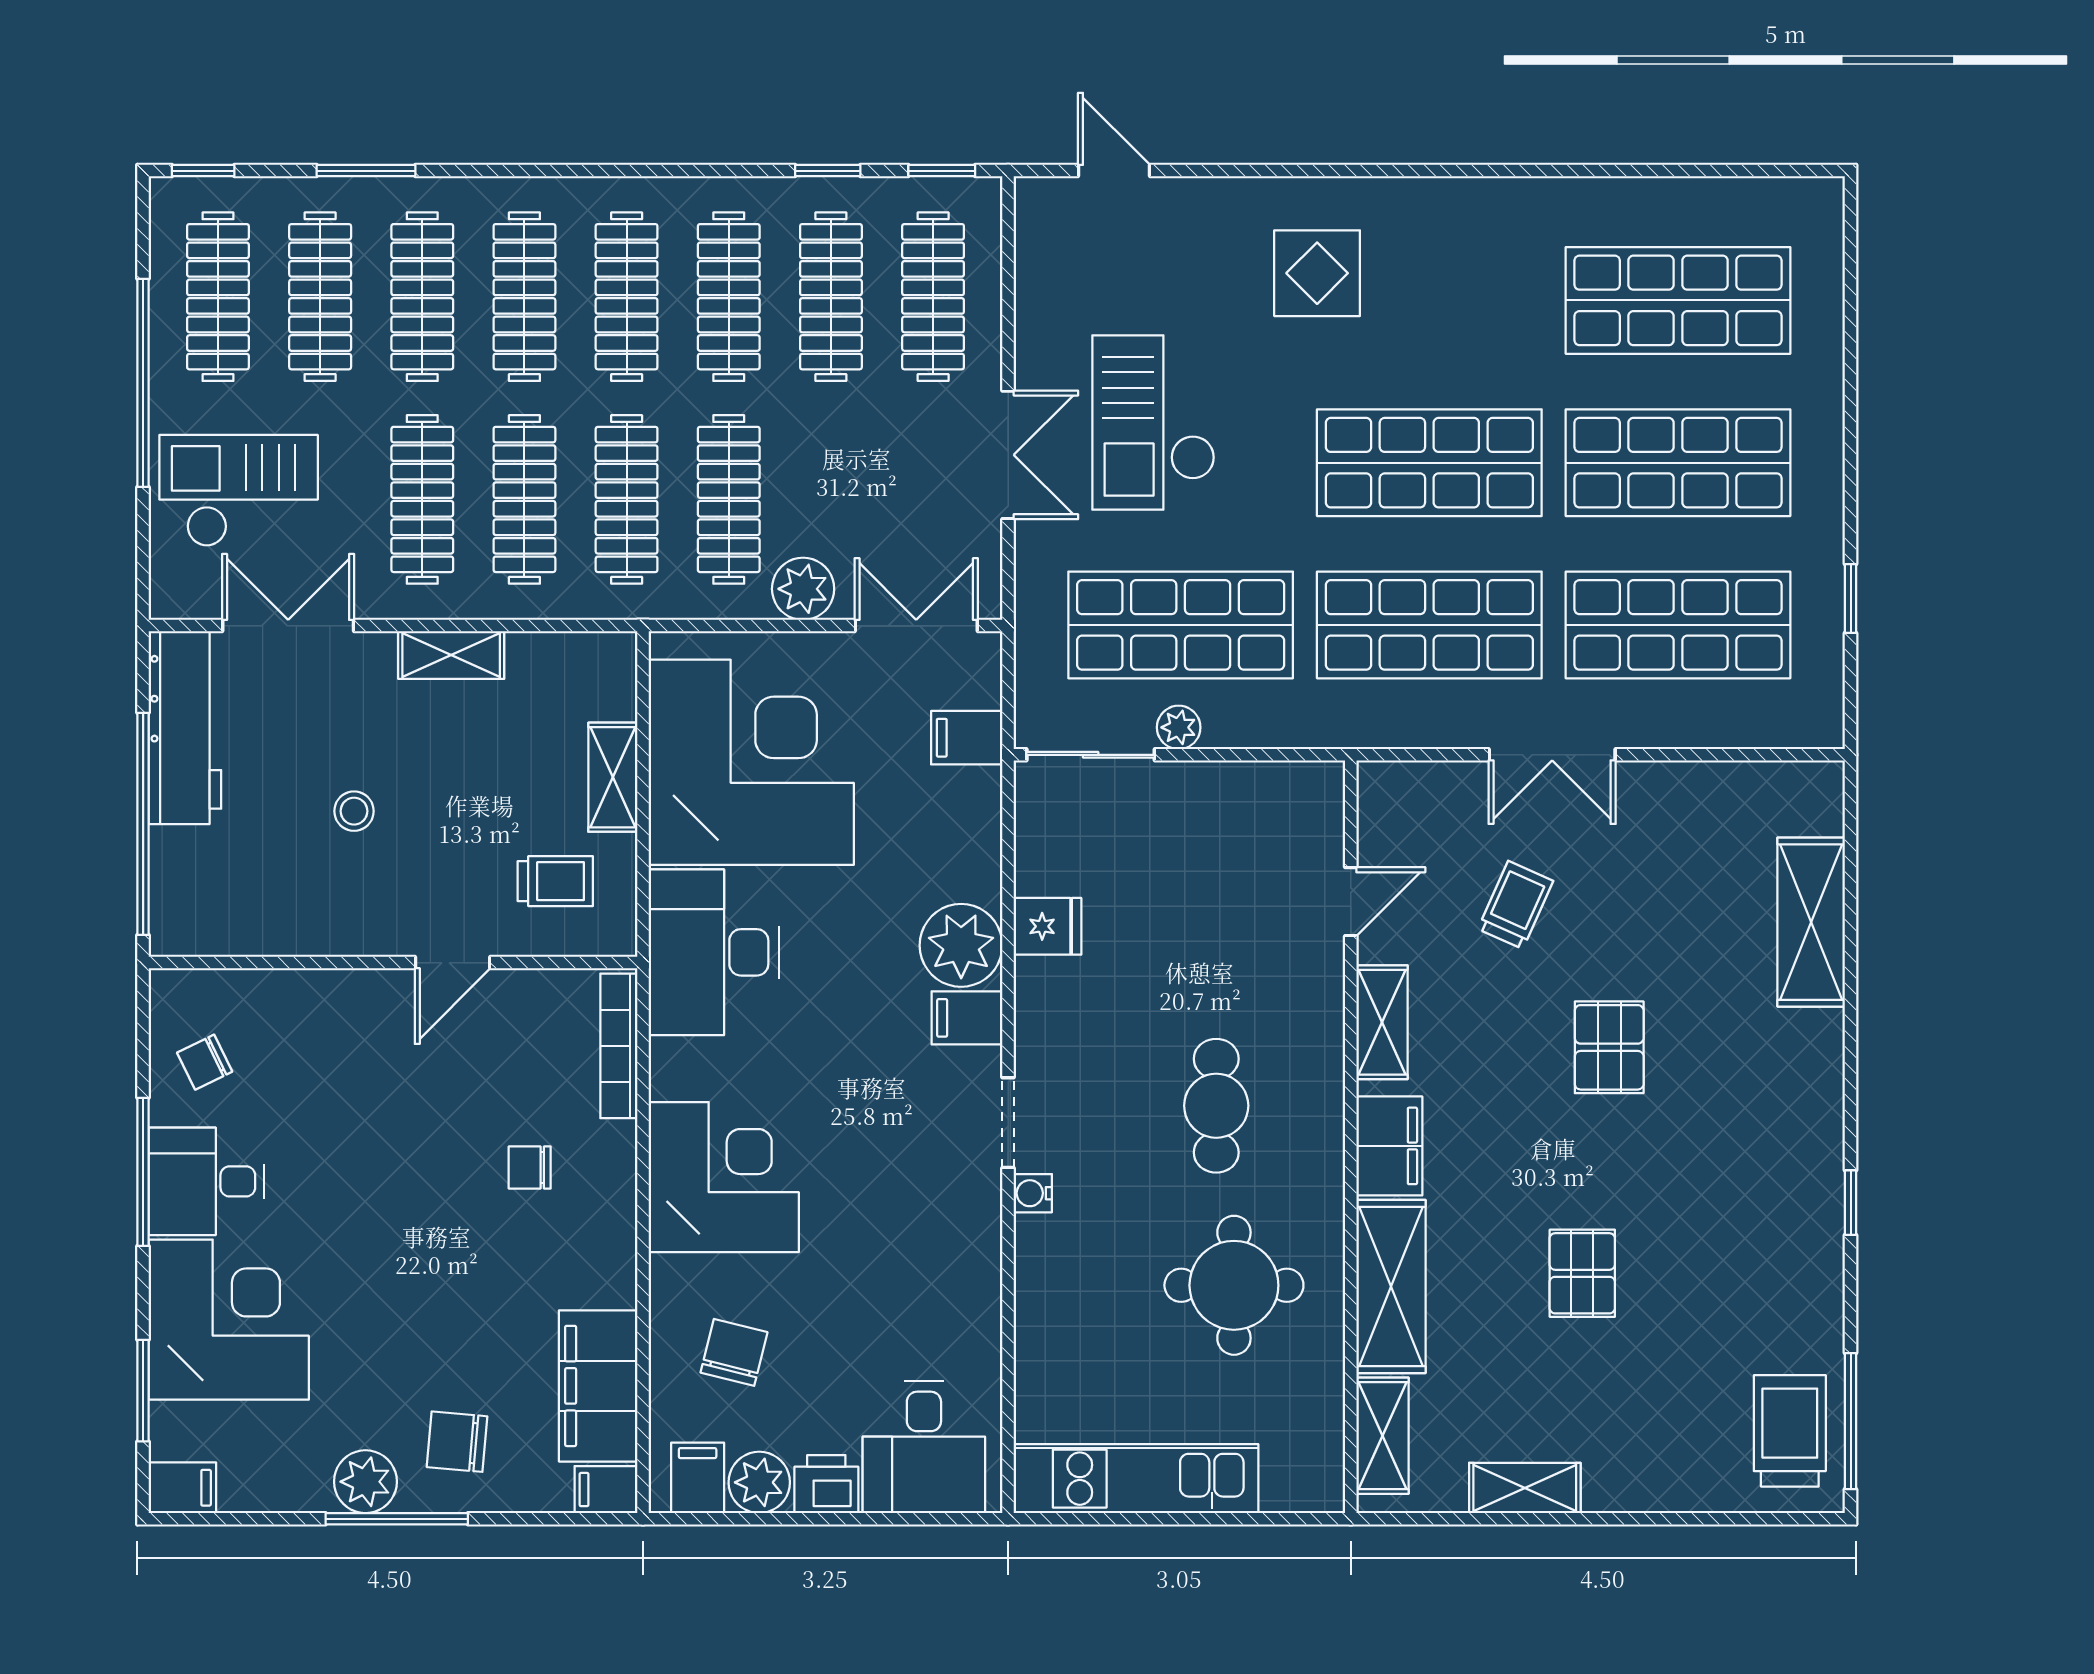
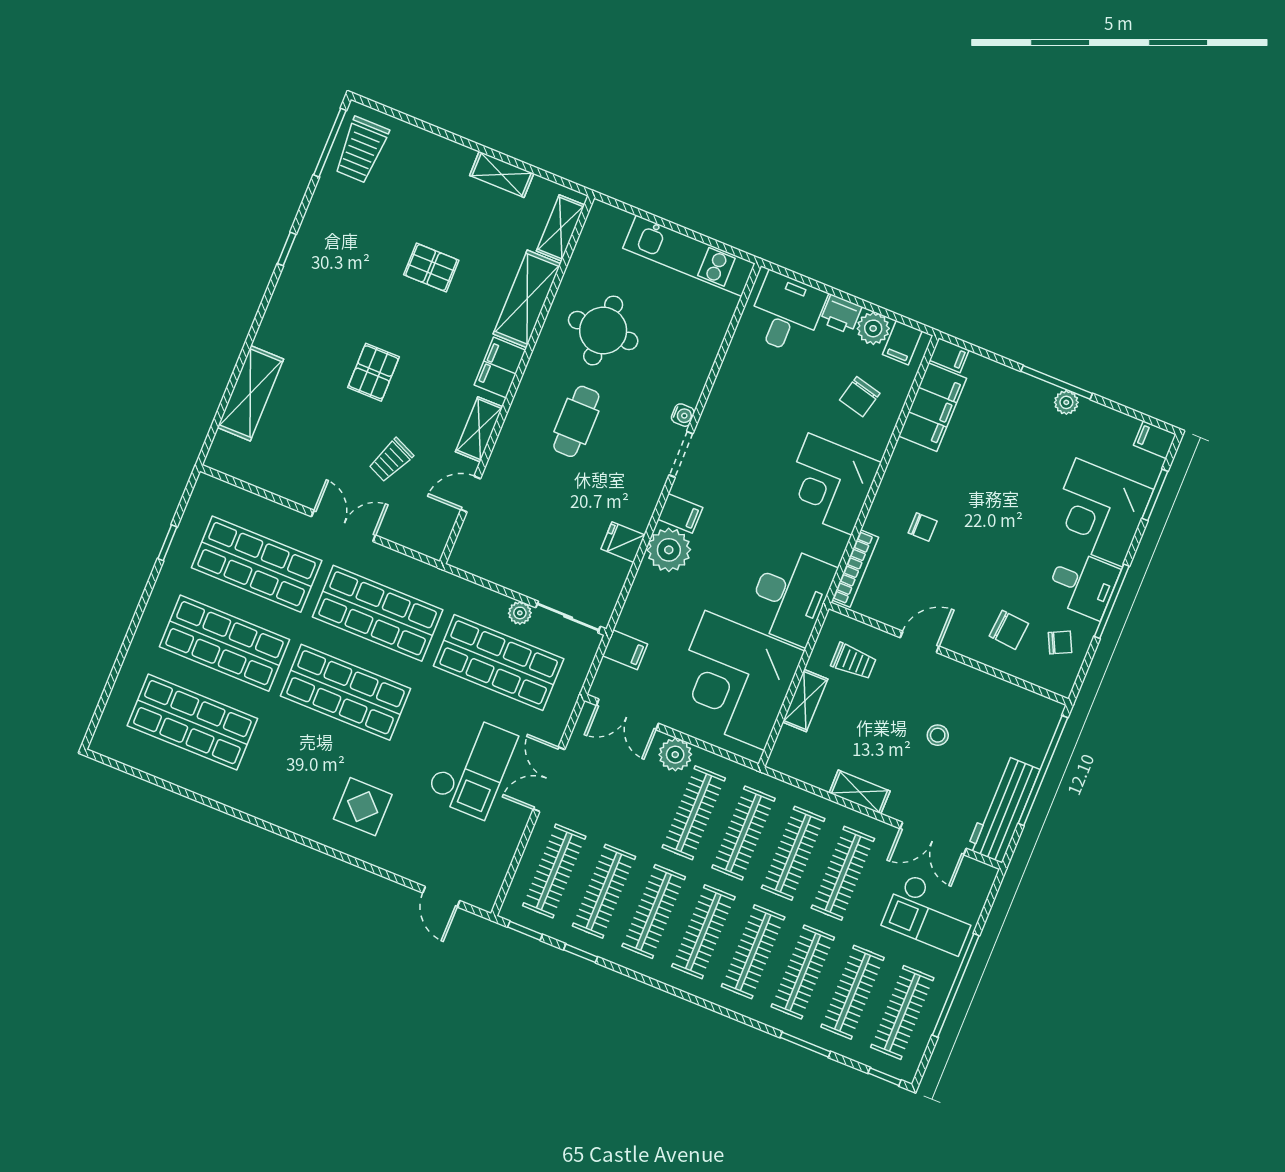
trolley: (555, 881) -> (854, 661), turned 180
pallet: (1582, 1273) -> (431, 268), turned 90
chair: (457, 1442) -> (1009, 630), moved
plant: (365, 1482) -> (1066, 402), width x0.73, depth x0.73

